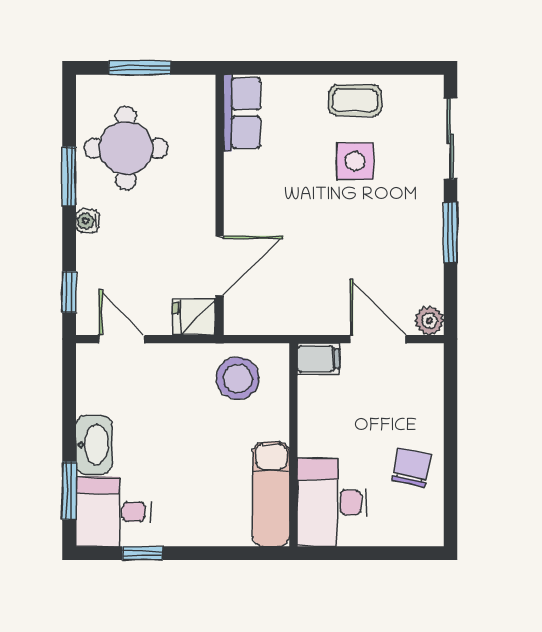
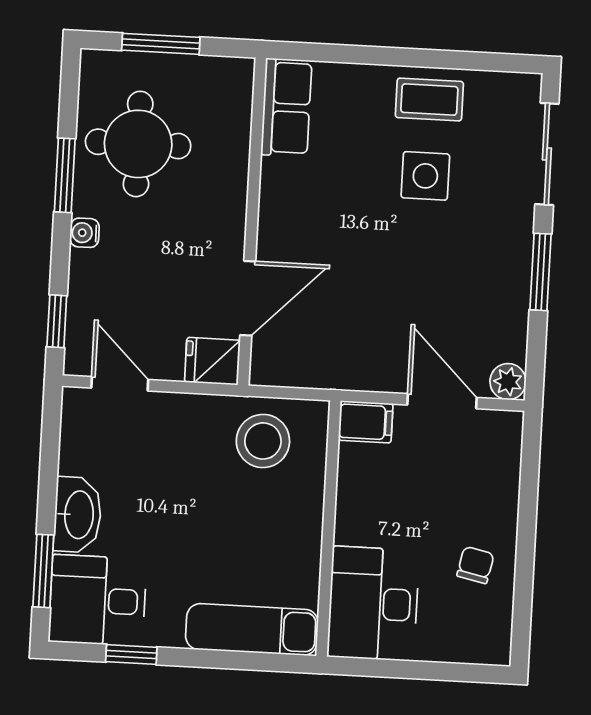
chair: (411, 467) -> (475, 565), width x0.73, depth x0.73
exam couch: (271, 494) -> (252, 629), moved, turned 90

